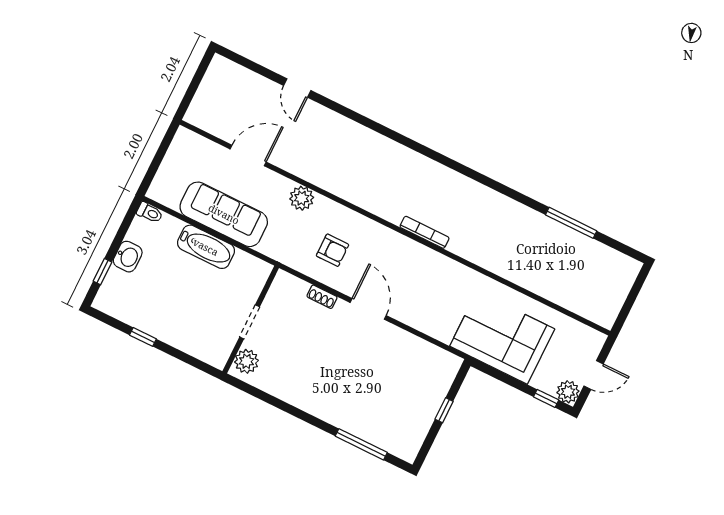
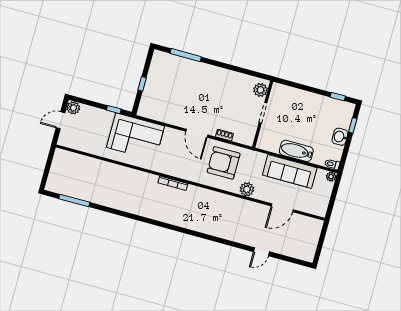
door: (297, 88) -> (262, 252), swing flipped
plant: (156, 192) -> (331, 177), added
window: (571, 223) -> (74, 200), moved
armchair: (333, 250) -> (224, 163), width x1.88, depth x1.88
window: (143, 337) -> (338, 97), moved
corner sofa: (502, 338) -> (135, 137), moved
window: (546, 398) -> (114, 110), moved

